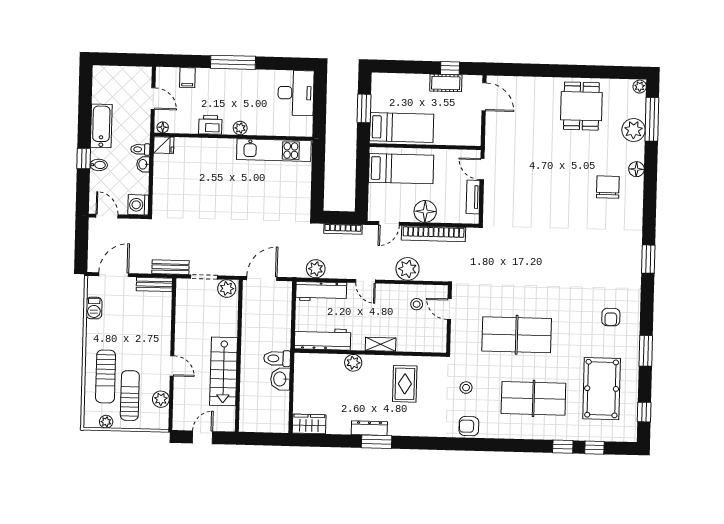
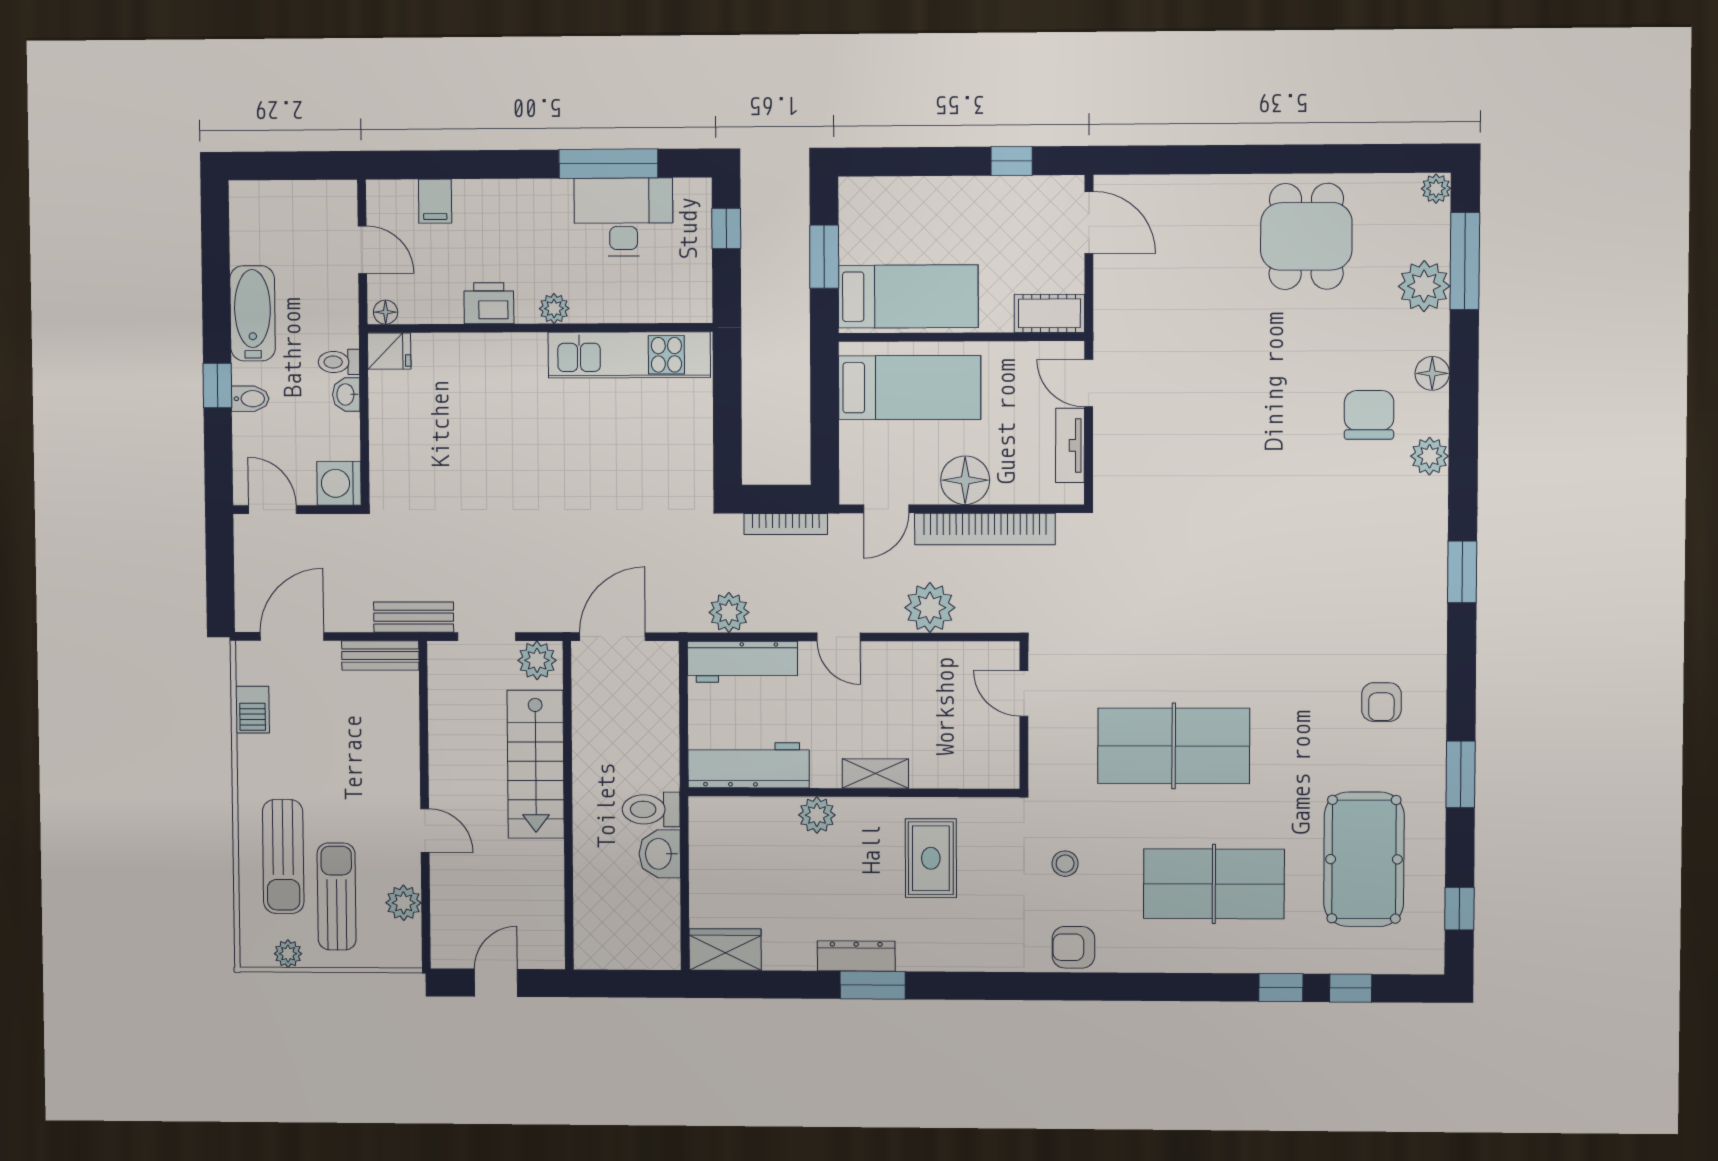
window: (233, 62) -> (608, 164), moved
cot: (446, 83) -> (1049, 313), moved
desk: (296, 93) -> (623, 217), moved, turned -90
window: (320, 94) -> (726, 228), added
plant: (635, 206) -> (1430, 456), added
stool: (417, 304) -> (952, 684), removed
stairs: (224, 371) -> (536, 764), moved

